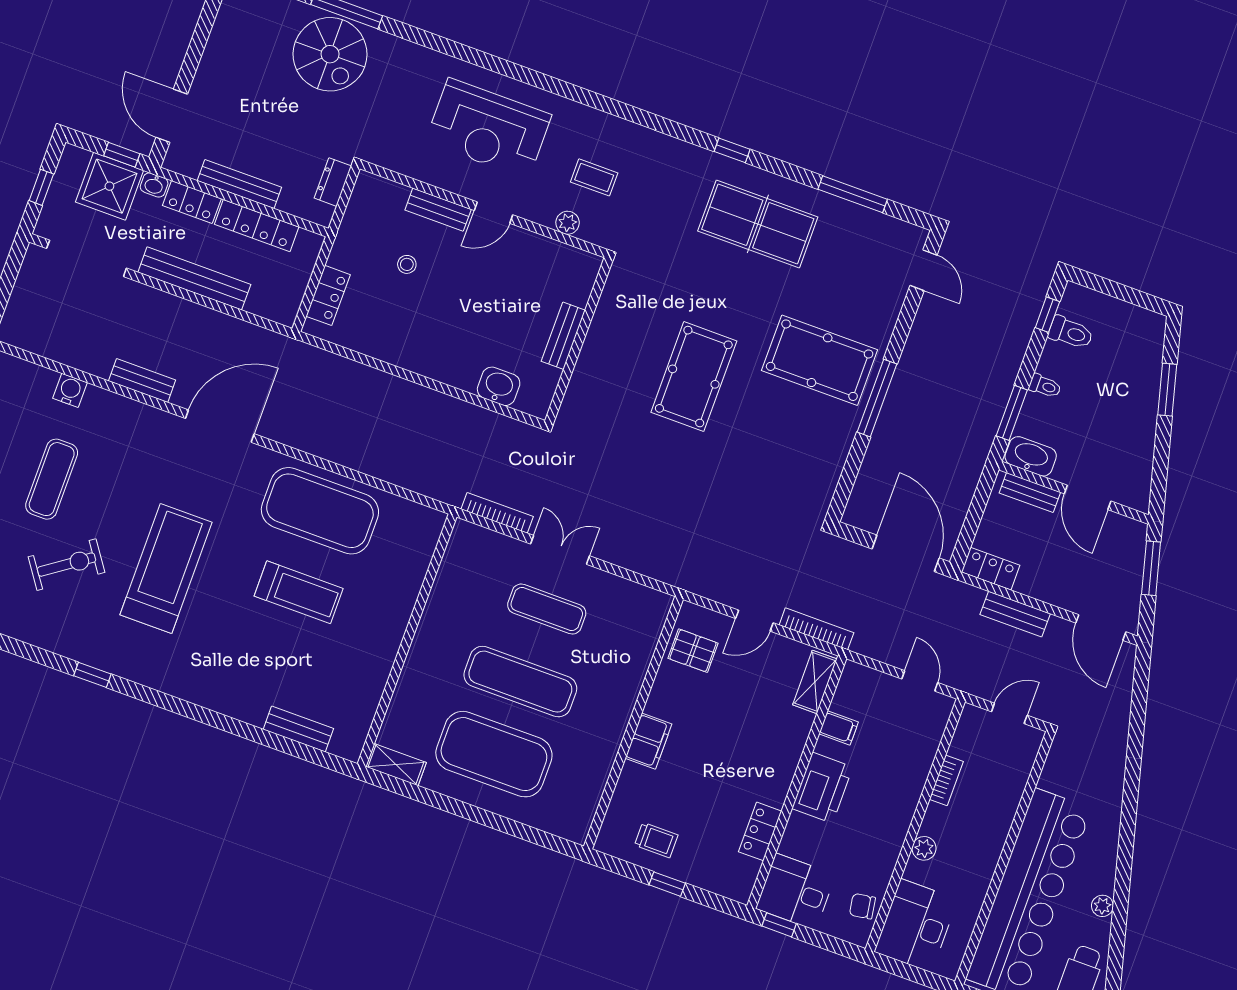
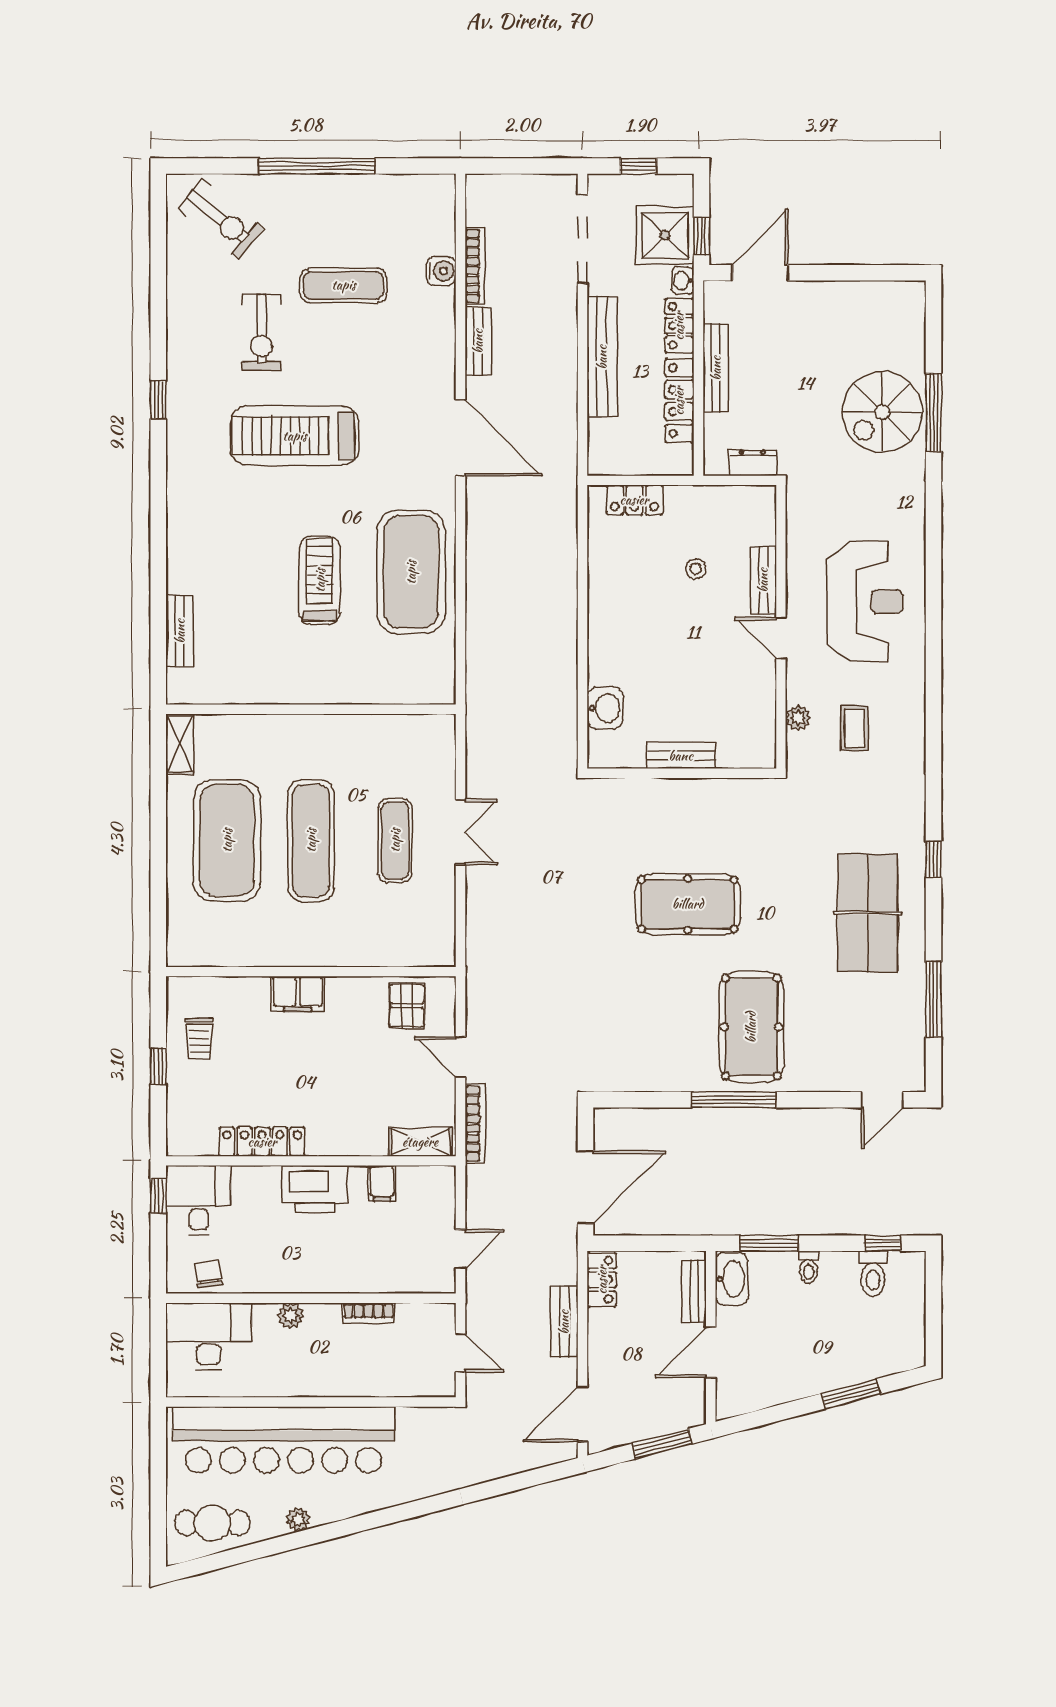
reception desk: (488, 128) -> (865, 602), turned 180
bookcase: (497, 513) -> (475, 266), moved
exercise bike: (67, 565) -> (262, 332), turned 35
treadmill: (166, 569) -> (295, 436), turned 180
treadmill: (299, 592) -> (320, 580), turned 180
locker: (760, 831) -> (262, 1142), width x1.53

